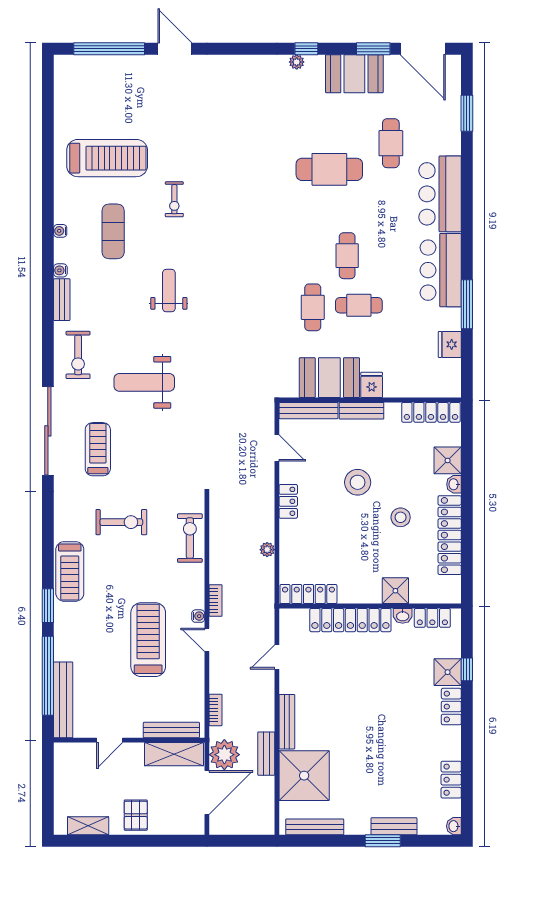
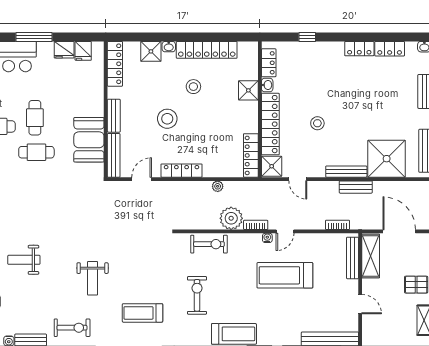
weight bench: (144, 382) -> (93, 278), width x0.73, depth x0.75
fridge: (372, 385) -> (83, 51), moved, turned -90
locker: (288, 501) -> (181, 171), width x1.53
exercise bike: (190, 538) -> (209, 244), turned 180
shower: (448, 672) -> (272, 166), moved
stool: (351, 683) -> (317, 123), added
locker: (451, 707) -> (359, 49), moved
bench: (266, 754) -> (356, 187), moved
plant: (224, 755) -> (231, 218), moved

